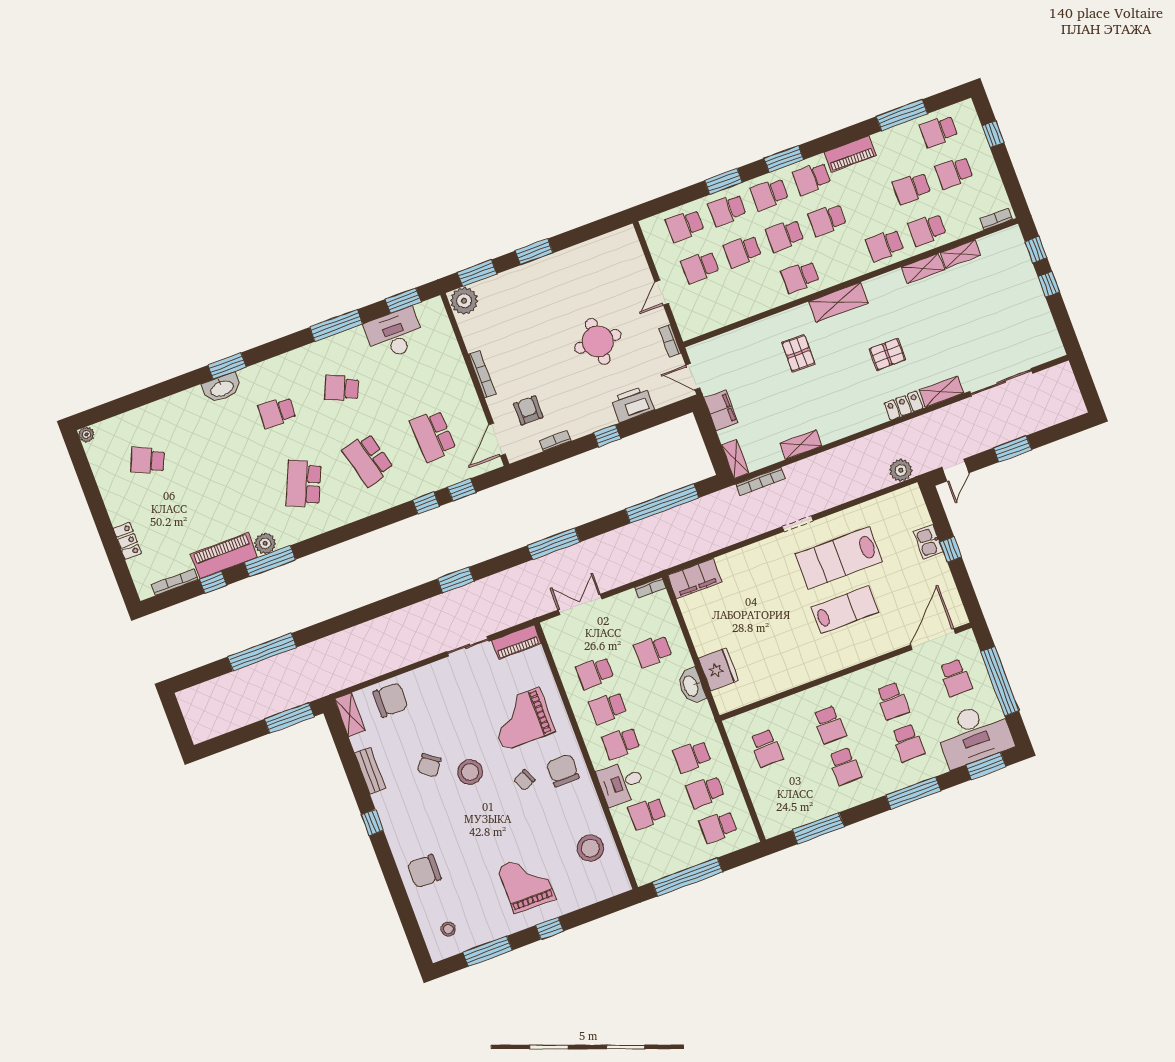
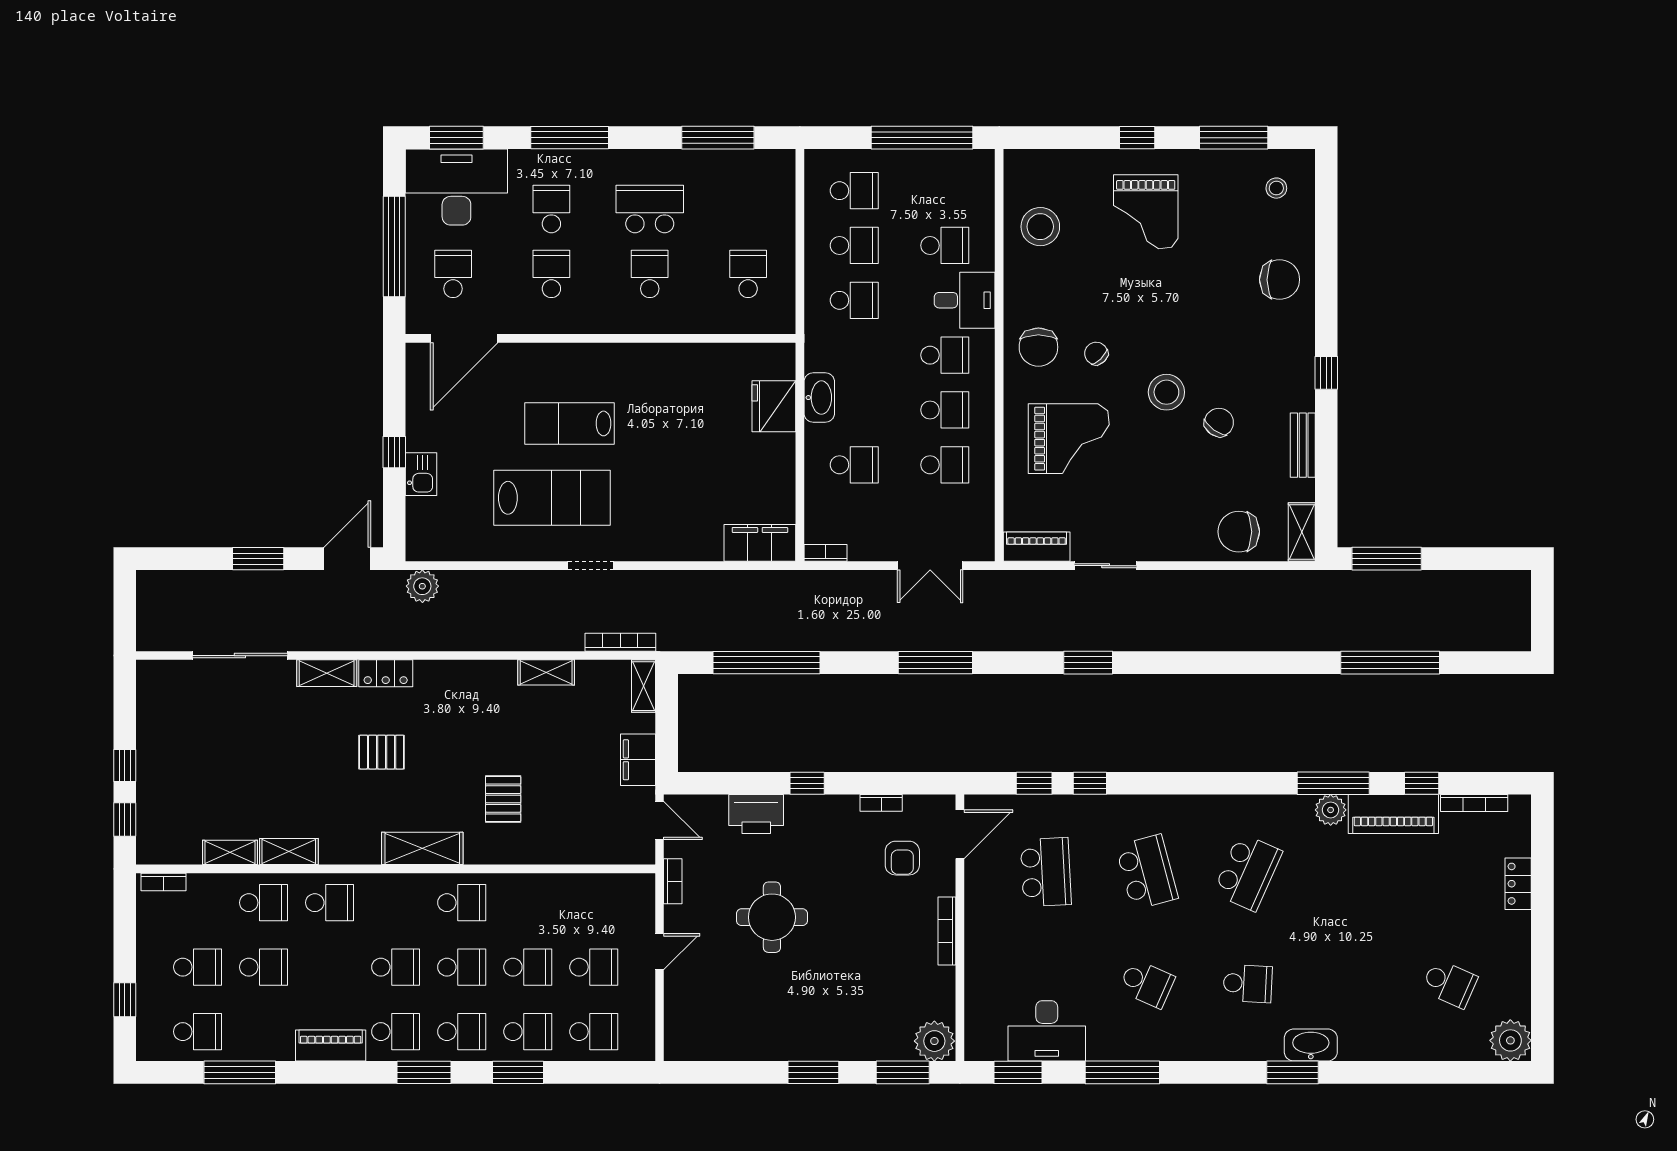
plant: (86, 435) -> (1510, 1040), width x1.88, depth x1.88
door: (955, 470) -> (347, 559), width x1.38
school desk: (845, 766) -> (650, 209), width x1.85
chair: (524, 780) -> (1096, 353), turned -110

